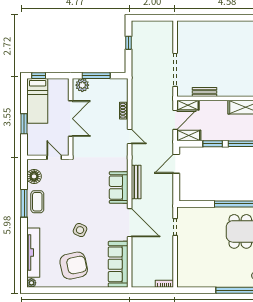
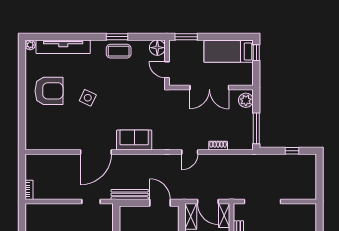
window: (96, 76) -> (256, 128), moved
window: (24, 124) -> (186, 37), moved
door: (54, 157) -> (167, 70), swing flipped
floor lamp: (34, 176) -> (157, 48), moved
bench: (136, 182) -> (130, 194), moved
window: (24, 203) -> (117, 37), width x0.69
sofa: (118, 264) -> (50, 139), removed
armchair: (74, 266) -> (49, 91), turned -78

